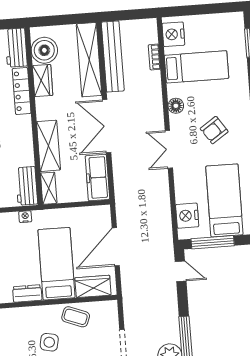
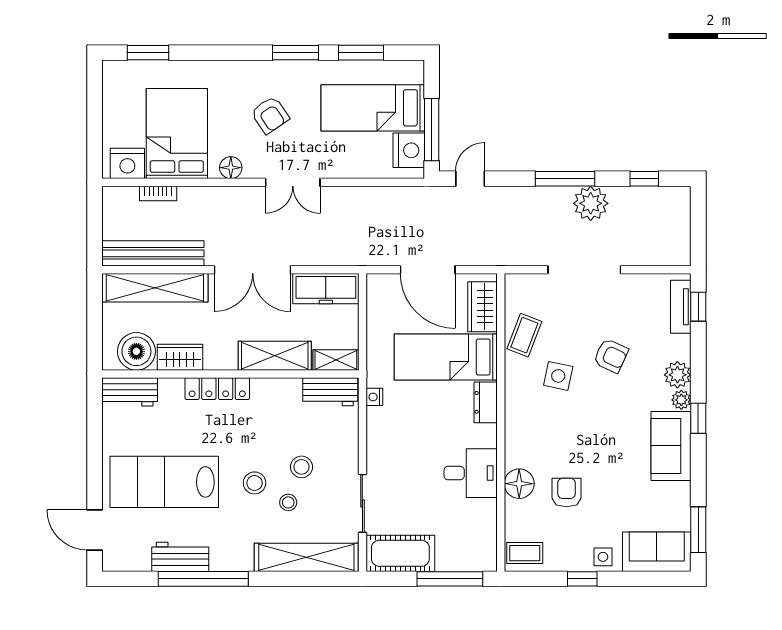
bed: (197, 67) -> (177, 134), width x1.50
locker: (22, 91) -> (217, 389), moved
nightstand: (187, 216) -> (409, 150), moved, turned -90

